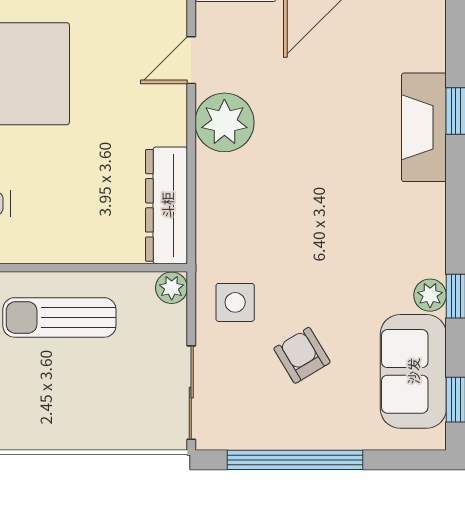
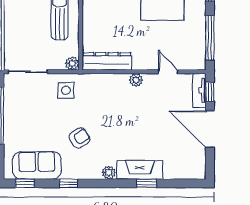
plant: (224, 122) -> (136, 80), width x0.53, depth x0.53
plant: (430, 295) -> (109, 173), moved
armchair: (302, 355) -> (80, 138), moved

